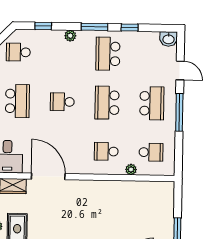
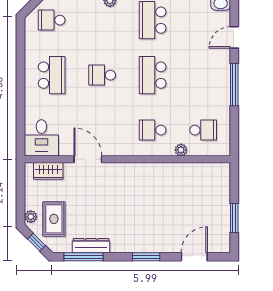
door: (180, 70) -> (234, 37), swing flipped
school desk: (152, 103) -> (203, 75), removed
door: (48, 176) -> (88, 159), width x0.73

